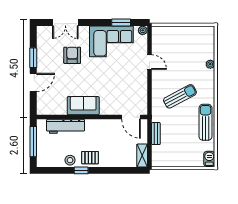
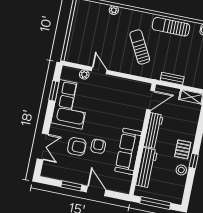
plant: (143, 30) -> (84, 74), moved
armchair: (72, 55) -> (77, 146), turned 180
door: (150, 62) -> (99, 70), hinge flipped
armchair: (77, 76) -> (98, 146), added
sofa: (83, 106) -> (128, 151), width x1.36
workbench: (102, 126) -> (153, 131), added

